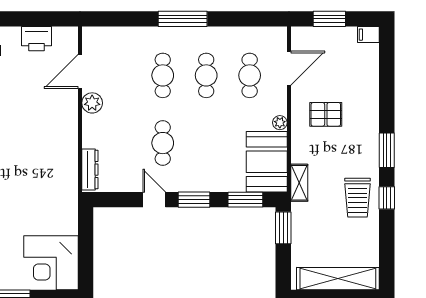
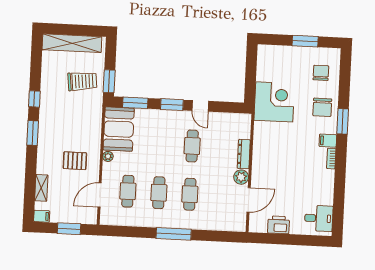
dresser: (90, 170) -> (244, 154), moved
shelving: (299, 183) -> (41, 188), moved
trolley: (358, 198) -> (82, 81), moved, turned 84
corner desk: (51, 263) -> (274, 102), moved

